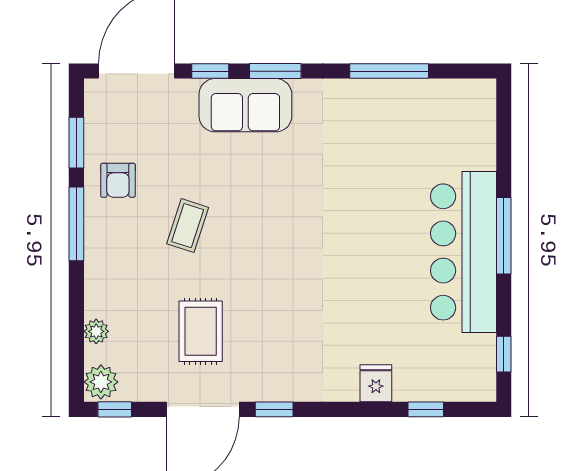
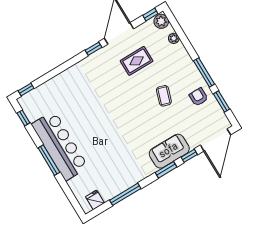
rug: (201, 331) -> (137, 61), turned 90
fridge: (376, 383) -> (95, 200), moved, turned 180
window: (426, 409) -> (26, 90), moved

